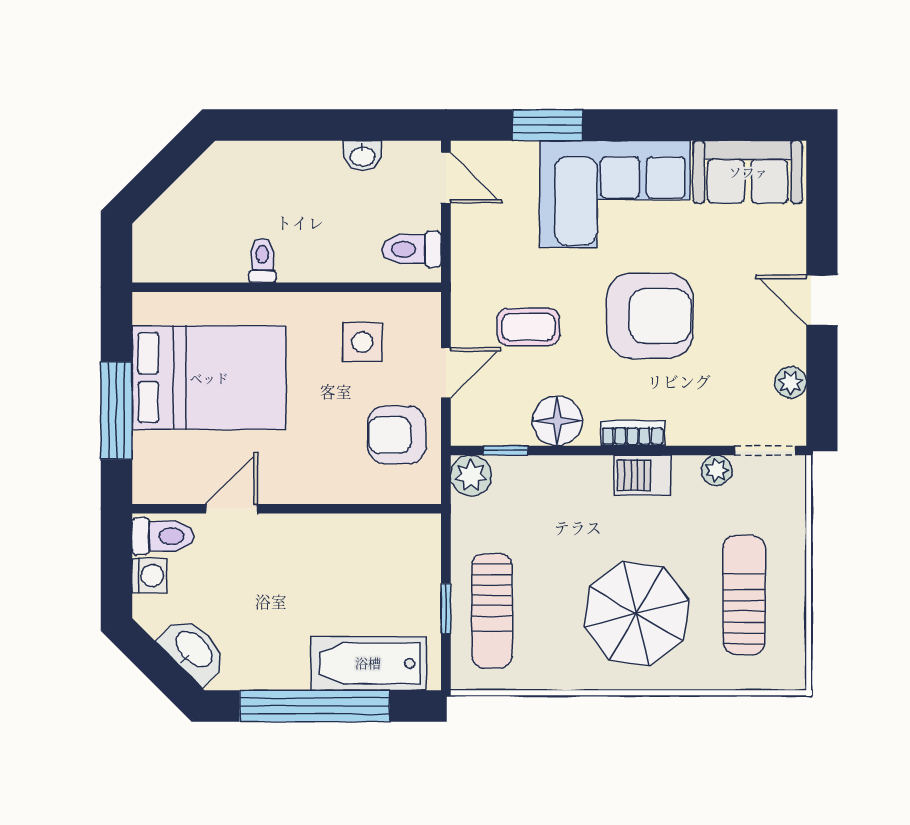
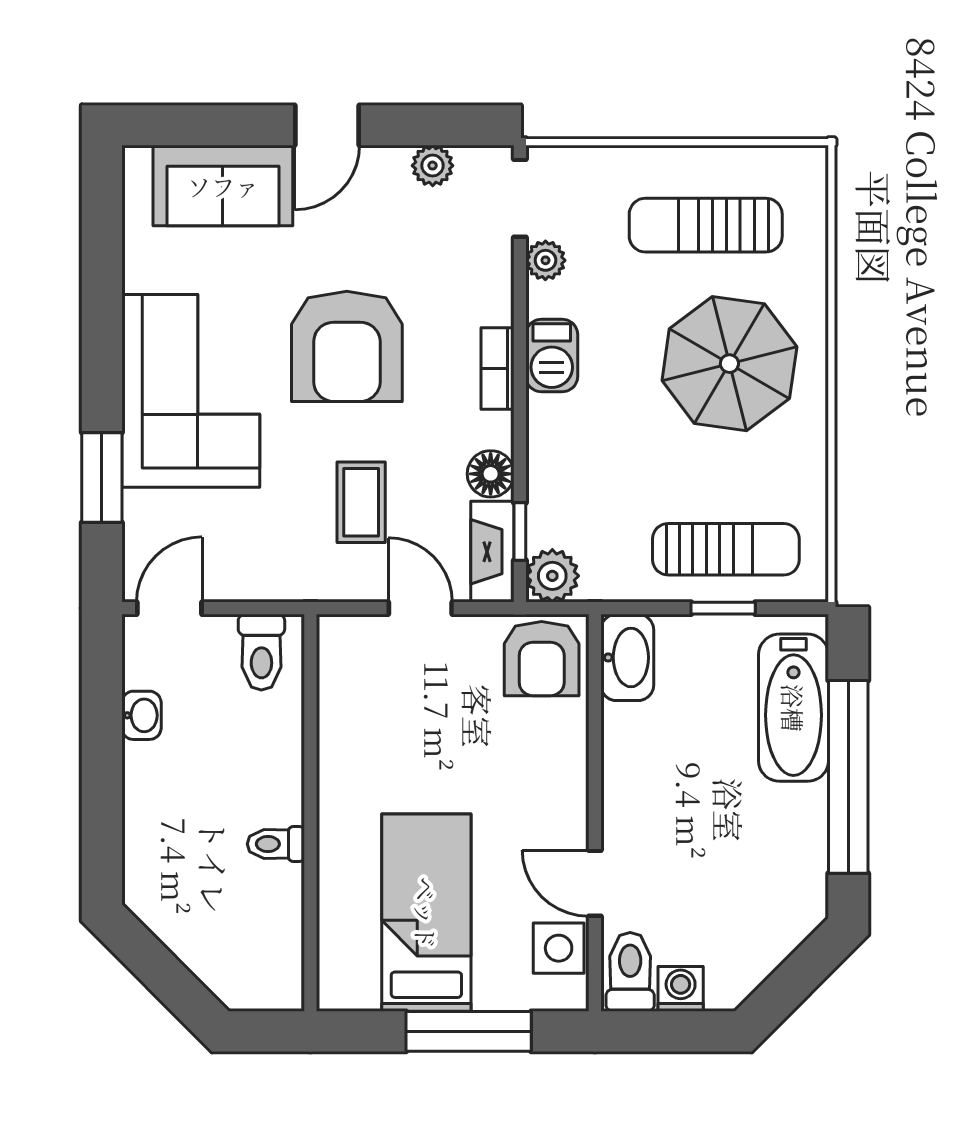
sofa: (748, 172) -> (223, 186), moved, turned 90
armchair: (650, 316) -> (347, 346), turned 180
side table: (362, 342) -> (559, 948), moved
bed: (209, 378) -> (426, 913), width x0.67
floor lamp: (557, 421) -> (491, 474), width x0.73, depth x0.73
fireplace: (490, 429) -> (492, 552), added
armchair: (397, 435) -> (542, 659), moved
washbasin: (193, 650) -> (627, 657), moved, turned 135

